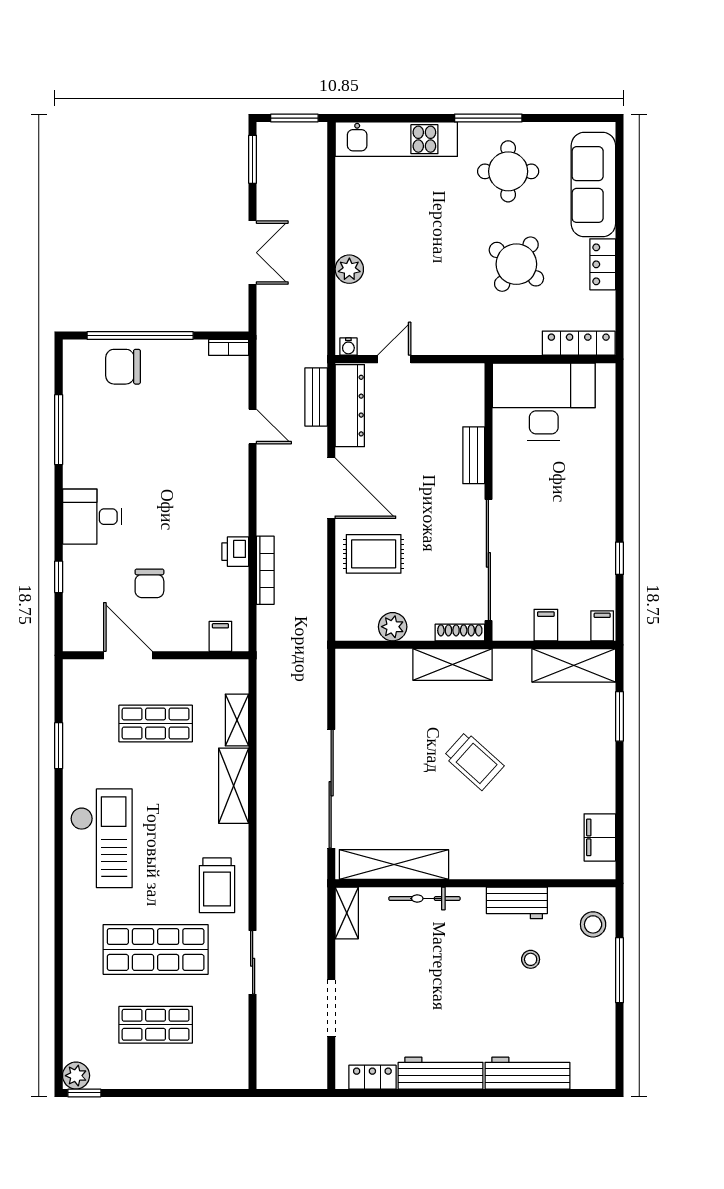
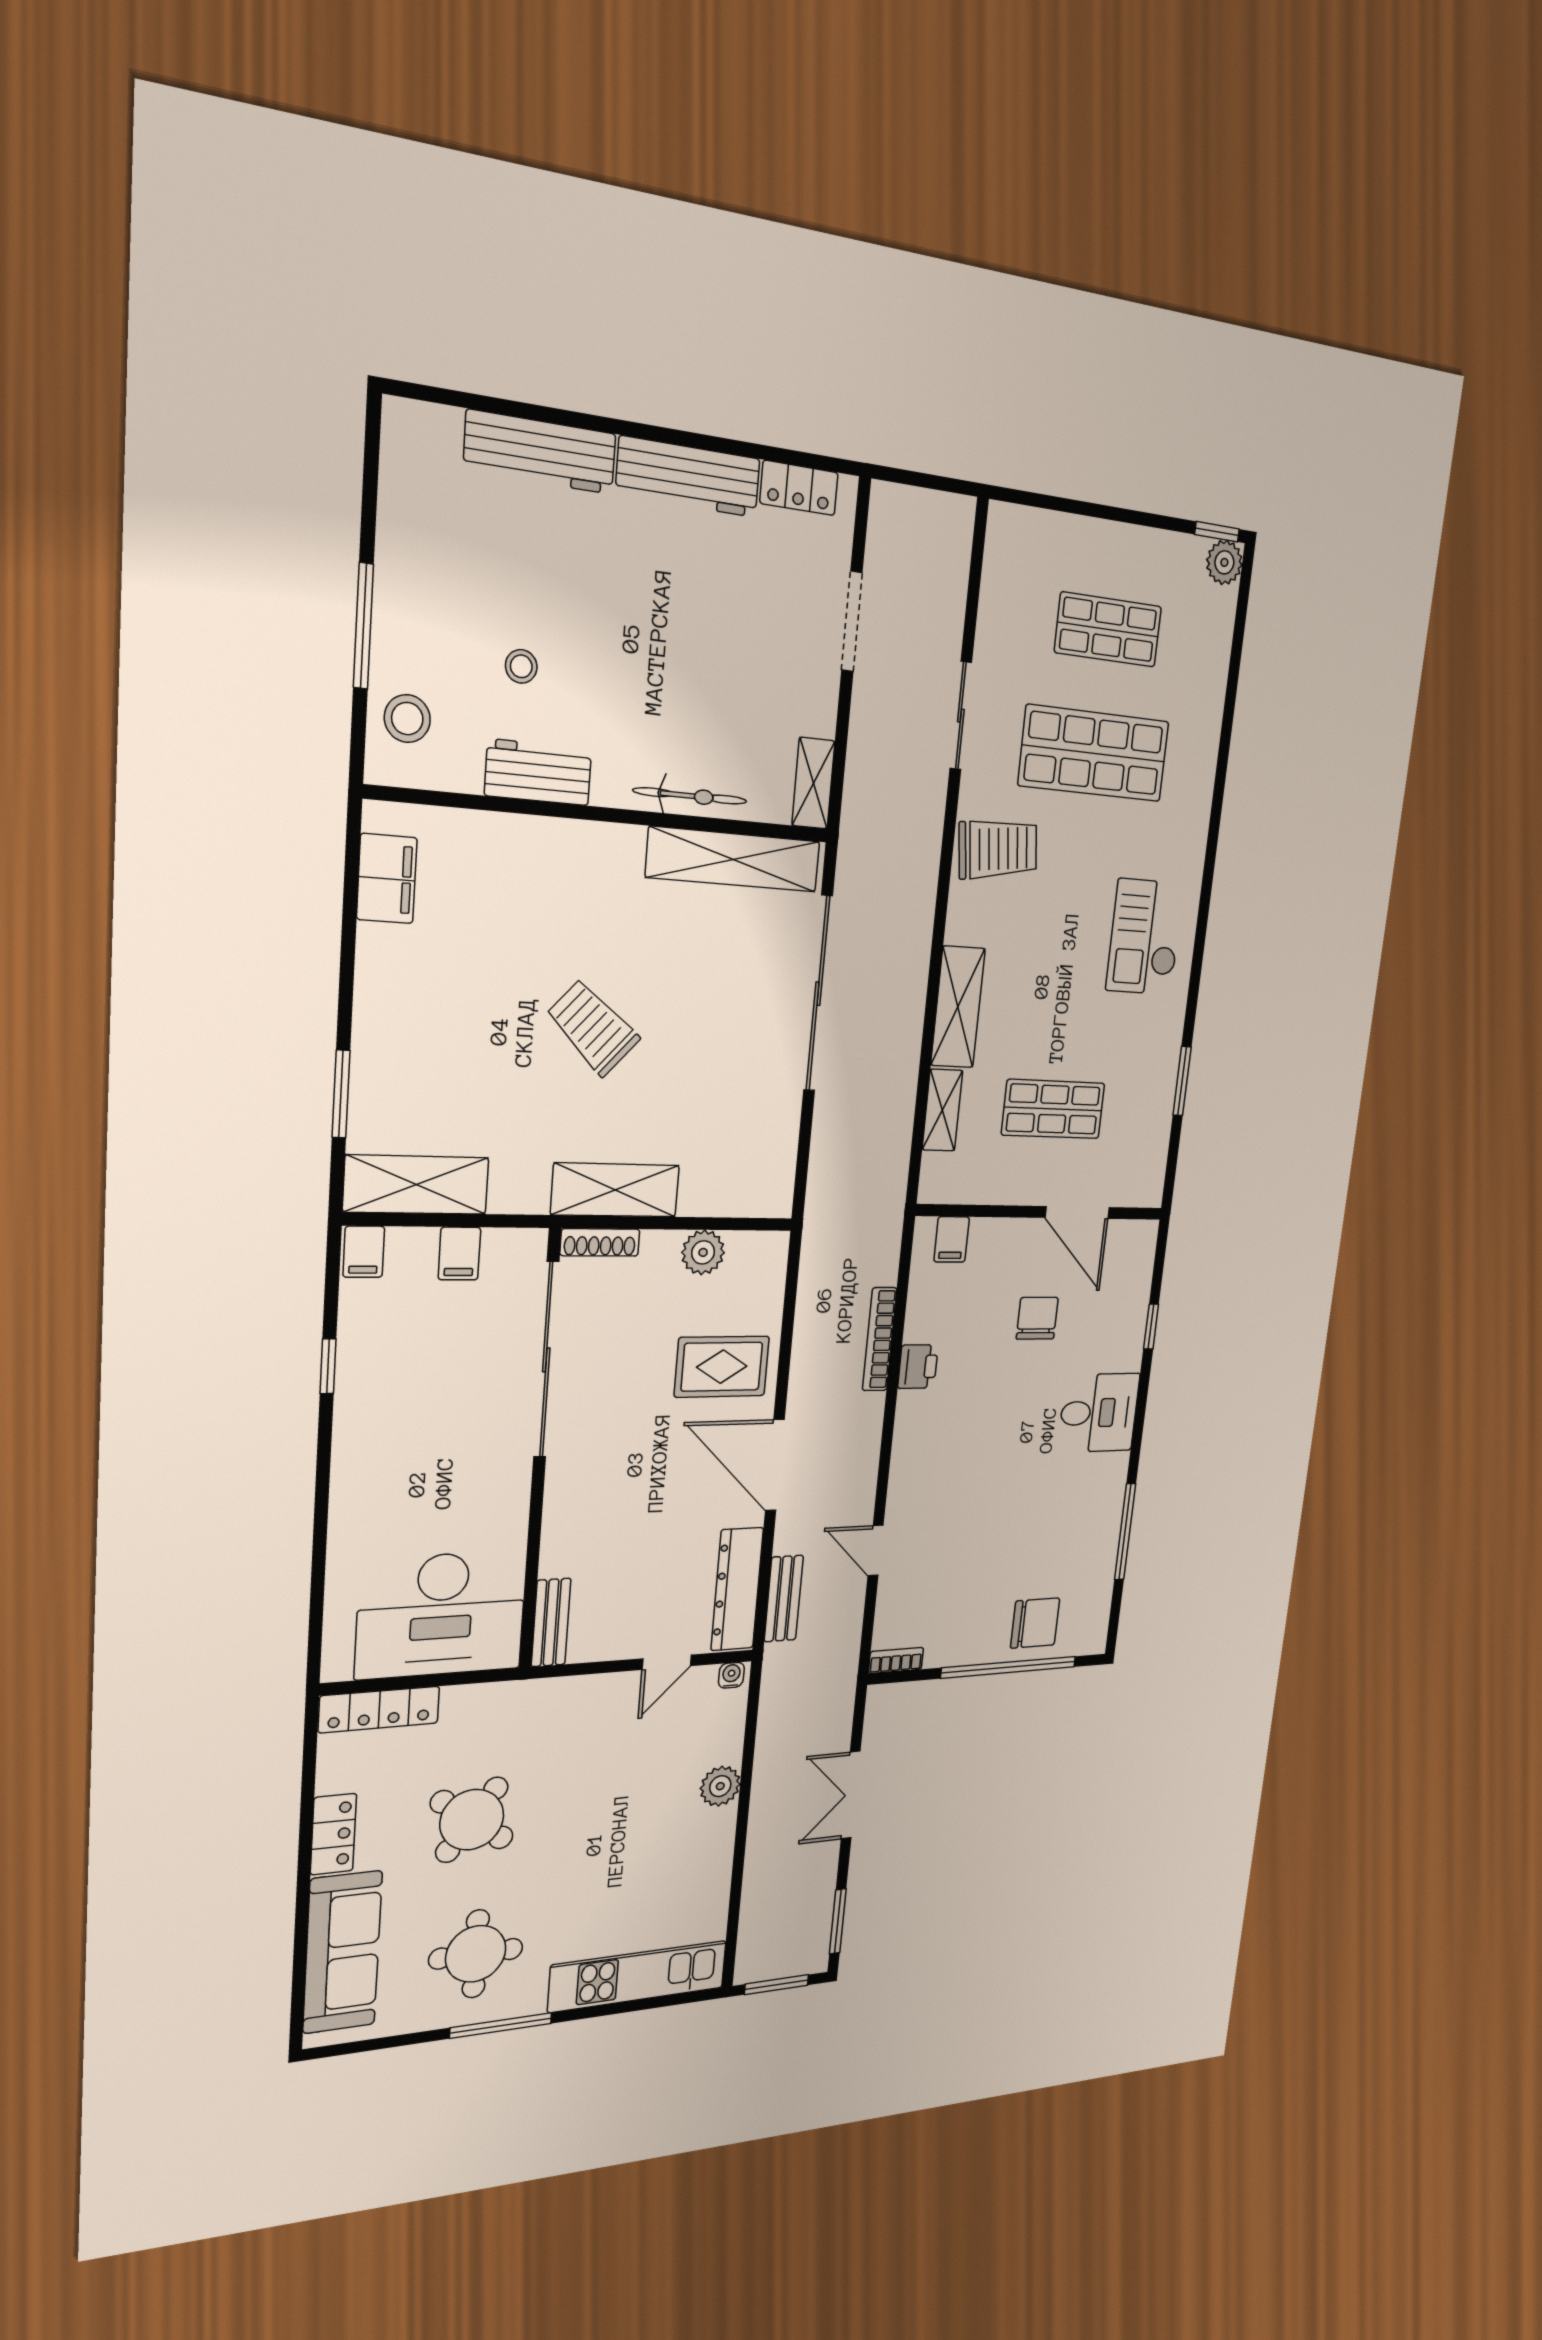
bench: (474, 455) -> (551, 1623), moved
checkout: (101, 838) -> (1145, 937), width x0.73, depth x0.83
trolley: (217, 885) -> (998, 849), turned 83

